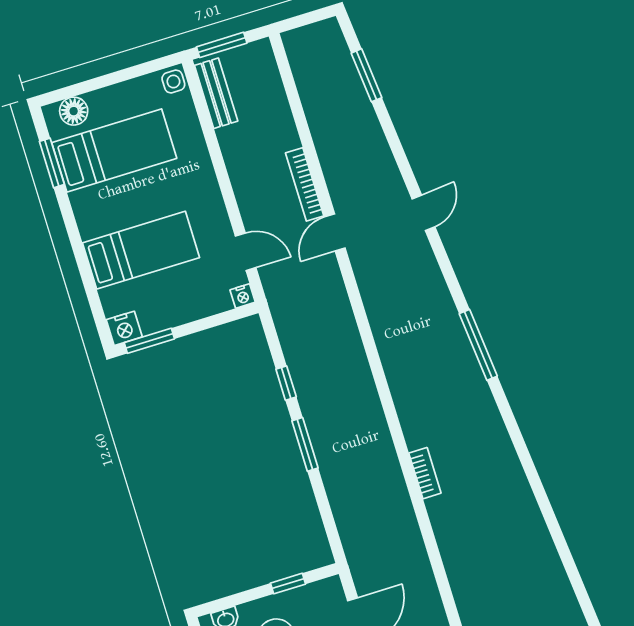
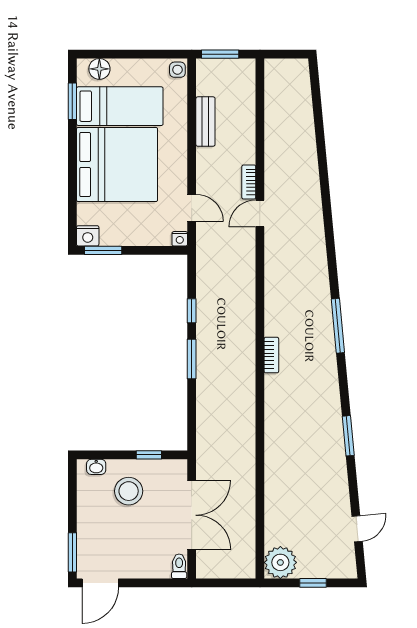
window: (367, 75) -> (348, 436), moved
bench: (216, 93) -> (205, 122), moved
bookcase: (305, 184) -> (249, 182), width x0.64
door: (424, 213) -> (357, 529), moved
bed: (141, 250) -> (117, 164), width x2.04
bookcase: (425, 473) -> (271, 355), moved

